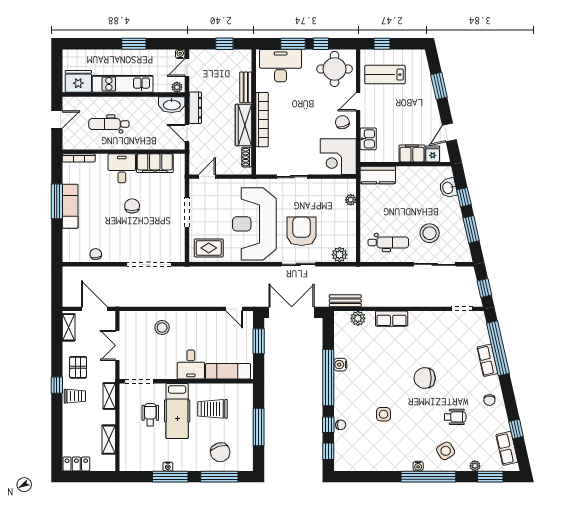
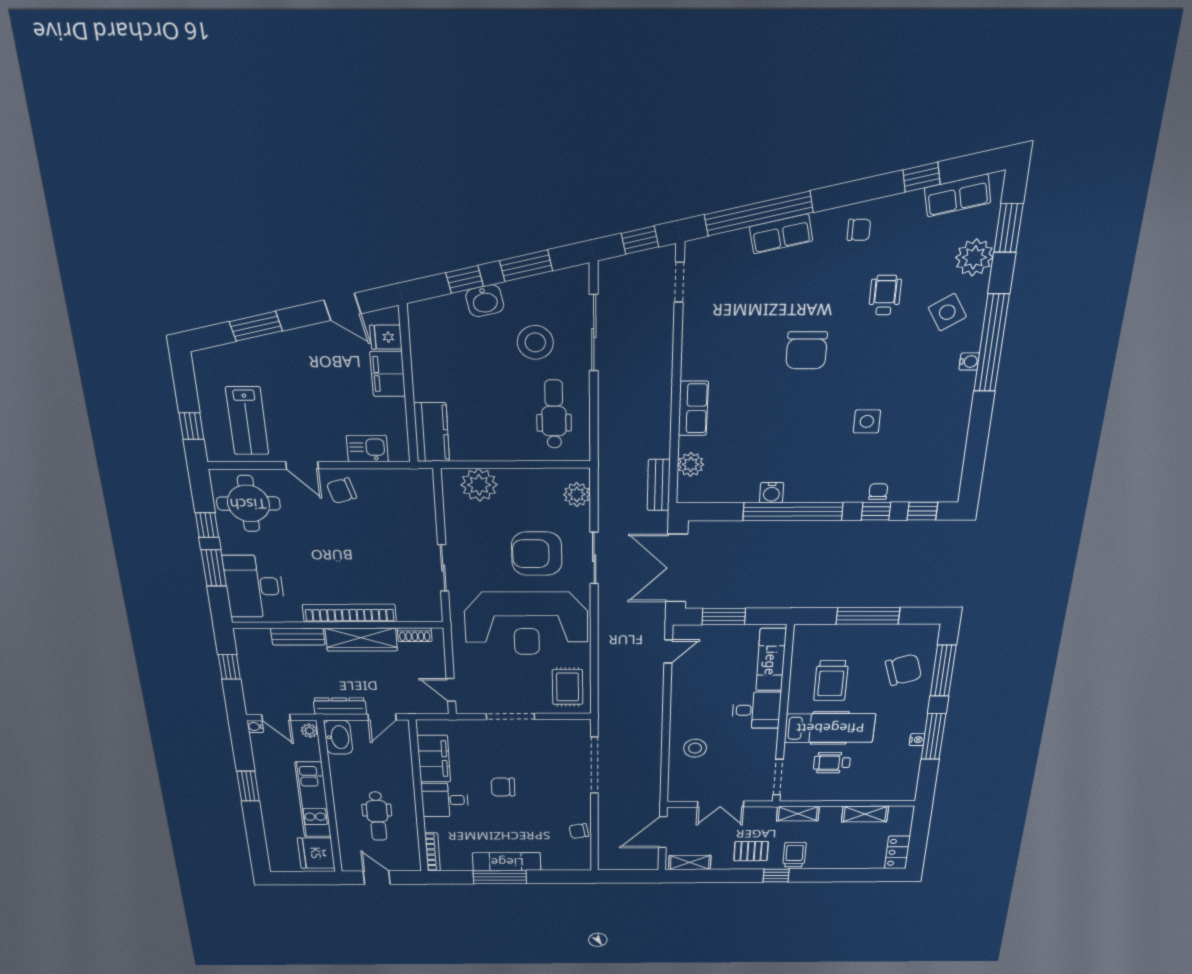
corner desk: (338, 157) -> (403, 497), removed
washbasin: (448, 188) -> (485, 301), moved
plant: (351, 200) -> (479, 485), width x1.88, depth x1.88
plant: (475, 466) -> (974, 257), width x1.87, depth x1.87

